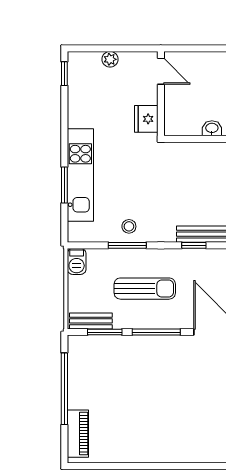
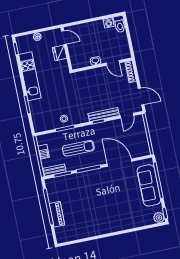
fridge: (146, 119) -> (60, 53), moved
kitchen unit: (80, 175) -> (30, 76), moved
barbecue: (77, 261) -> (43, 152), moved
piano: (78, 434) -> (57, 214), moved

